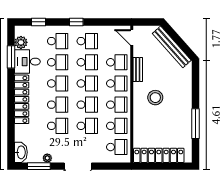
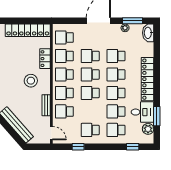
window: (76, 22) -> (78, 147), moved
school desk: (87, 62) -> (90, 111), removed
locker: (139, 123) -> (45, 59), added

